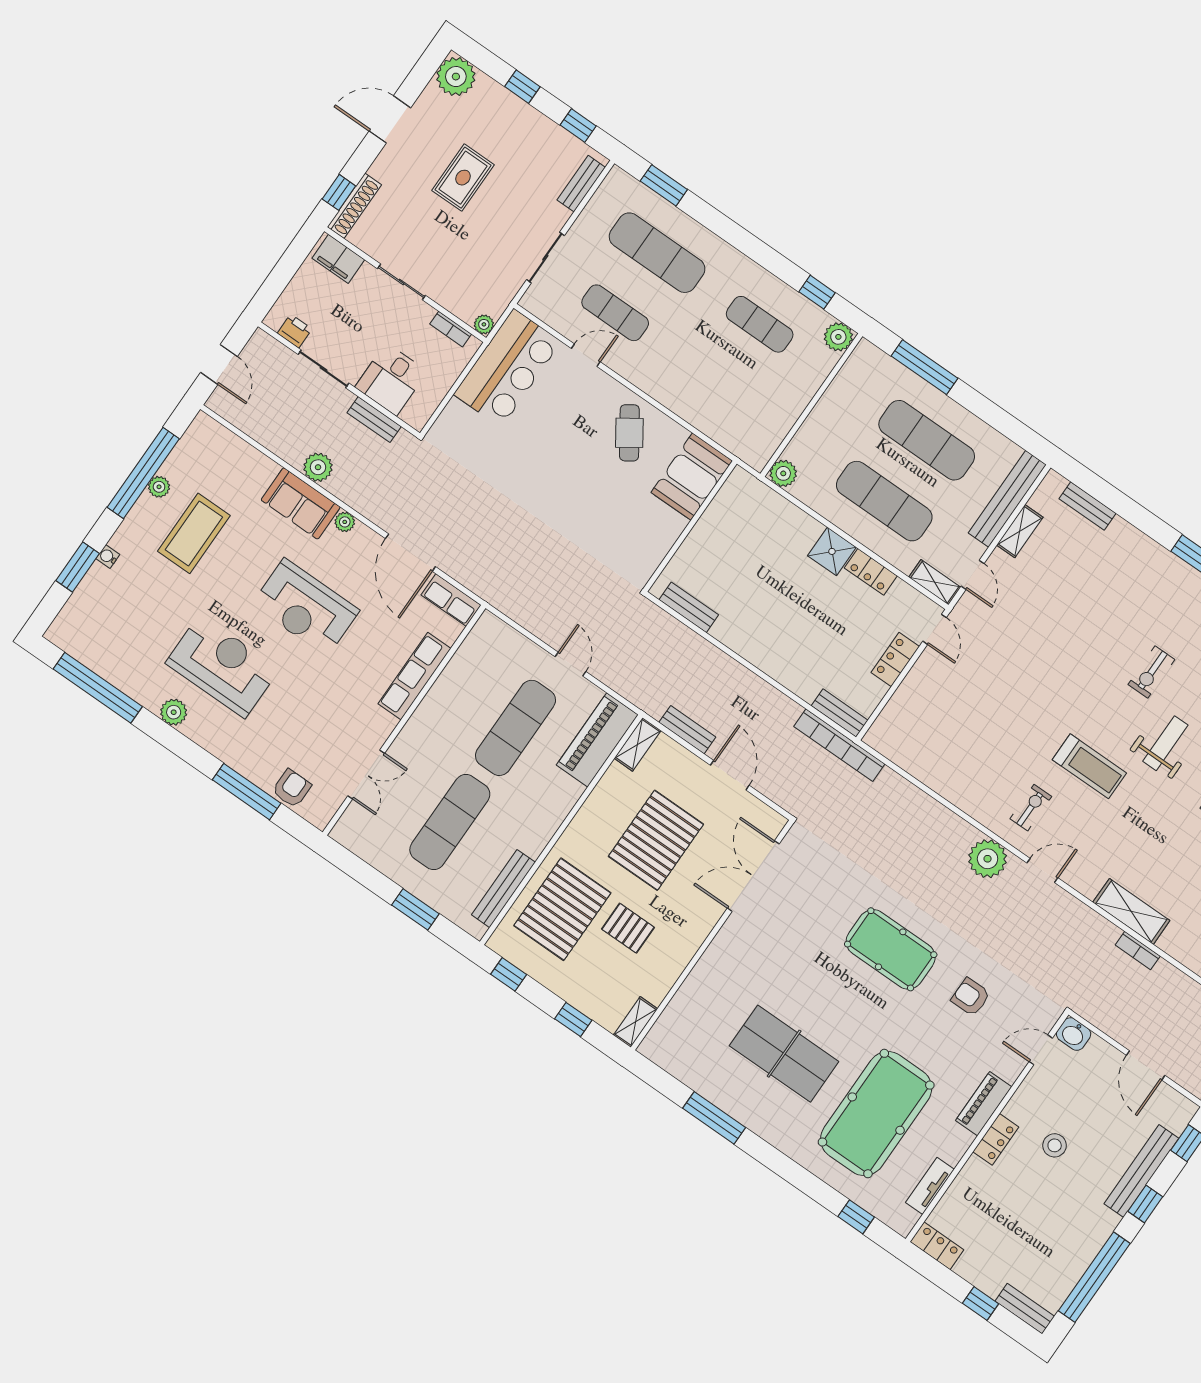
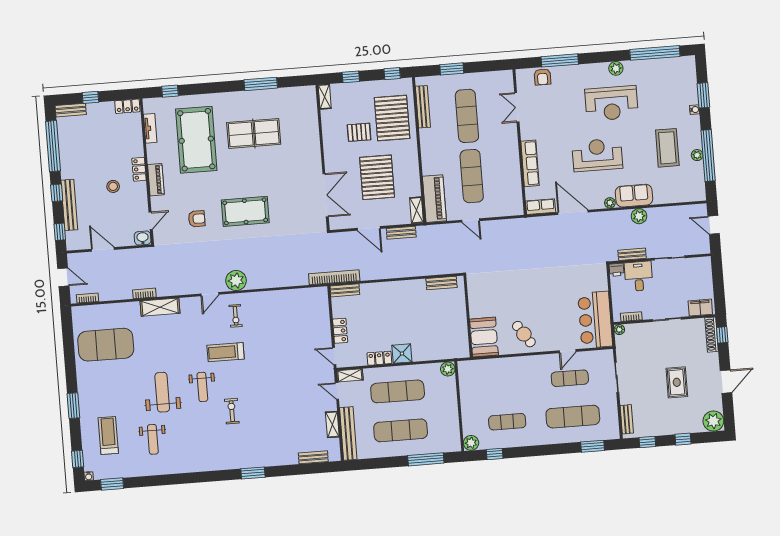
printer: (295, 331) -> (617, 270), moved

